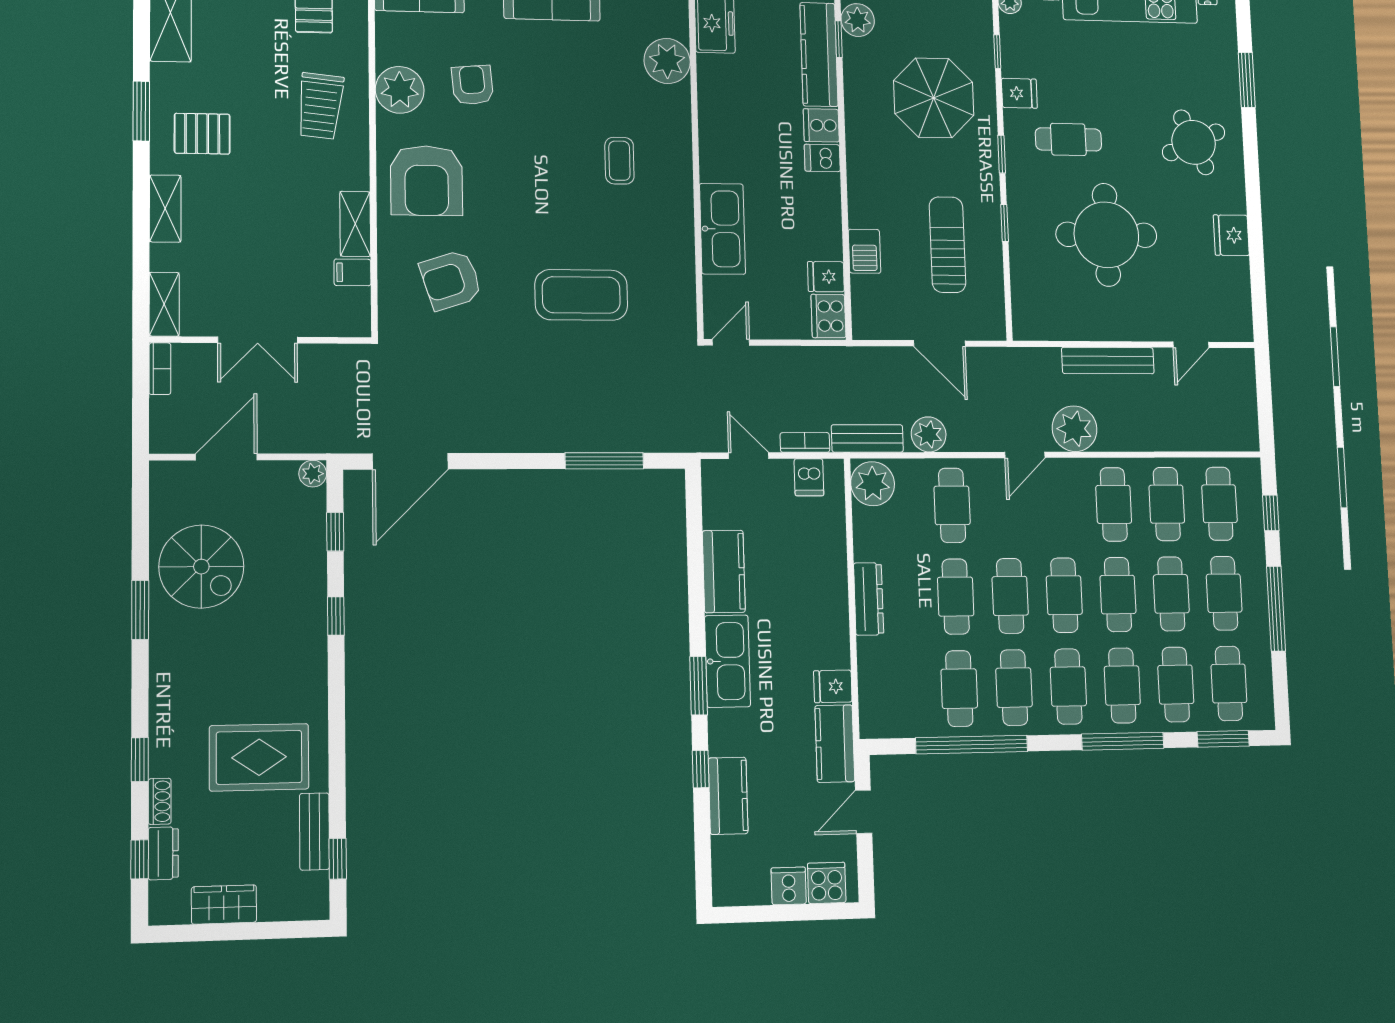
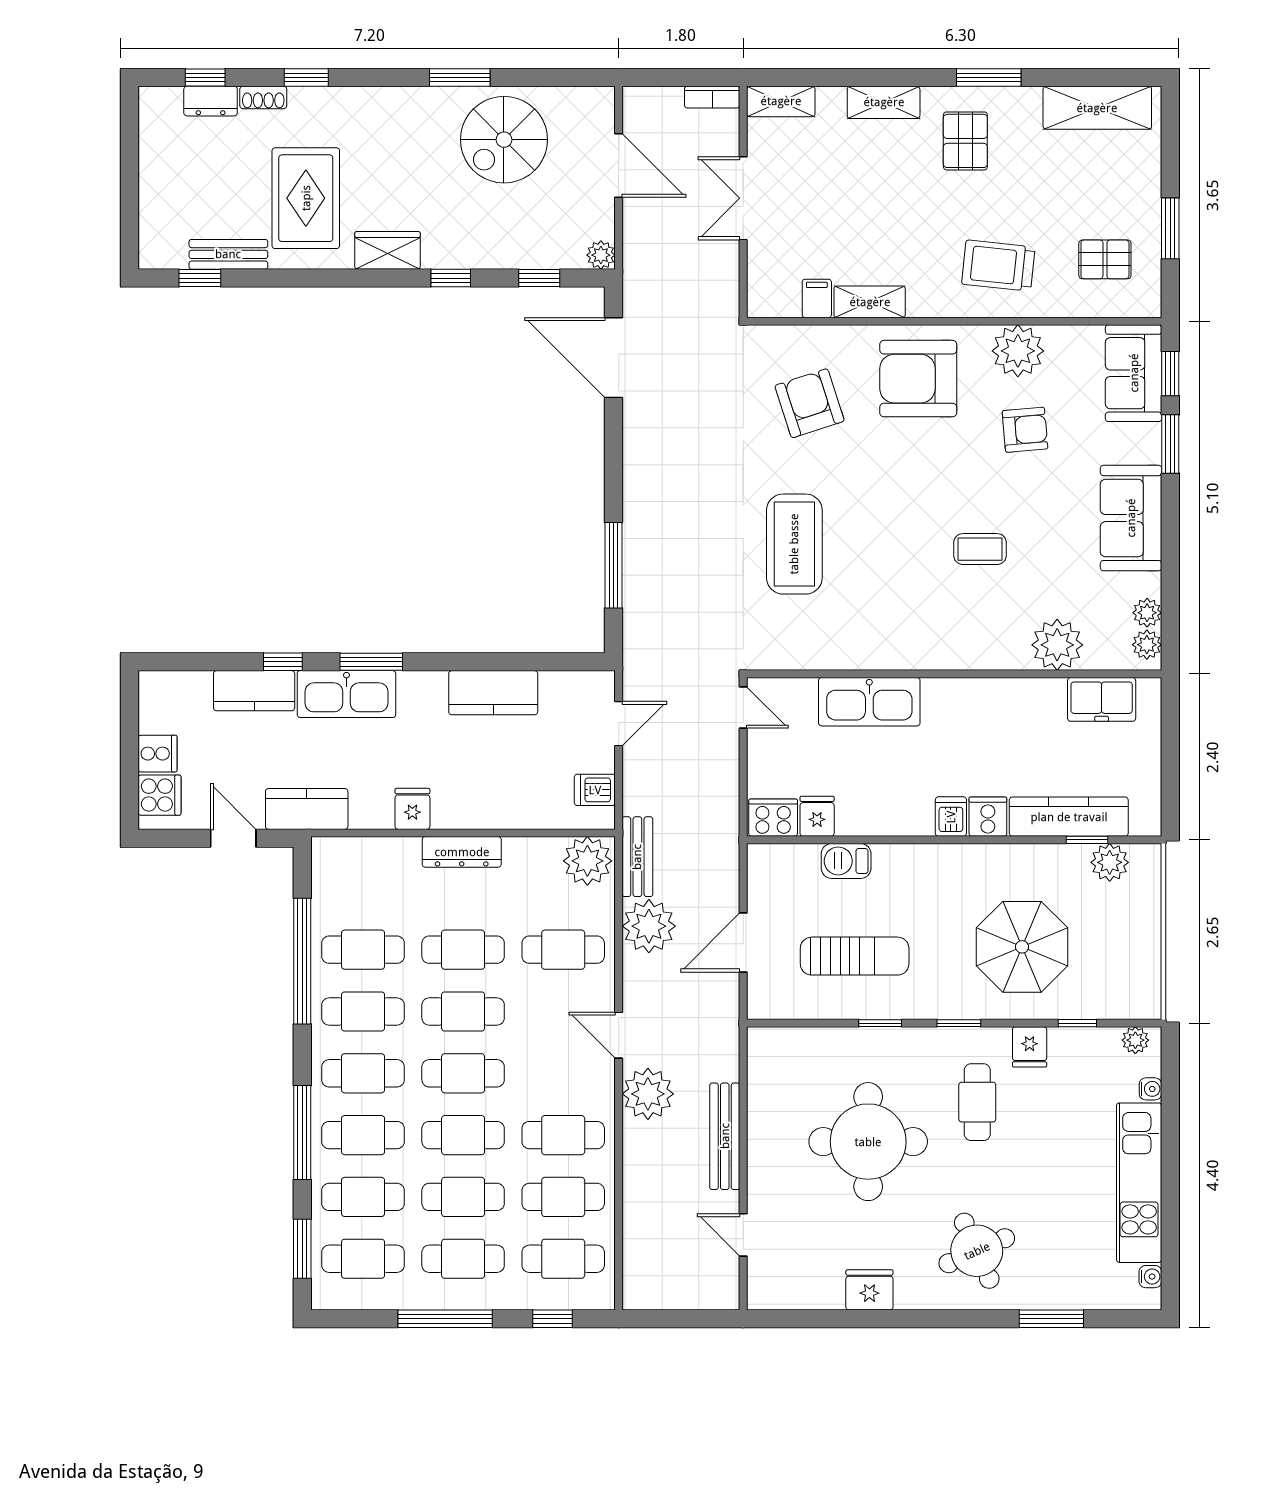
coffee table: (619, 161) -> (980, 549), moved
plant: (929, 434) -> (649, 926), width x1.36, depth x1.36
bookcase: (805, 442) -> (633, 787), removed
kitchen sink: (728, 661) -> (346, 694), moved
fridge: (833, 686) -> (412, 809), moved
wardrobe: (224, 905) -> (387, 250), moved, turned -90

